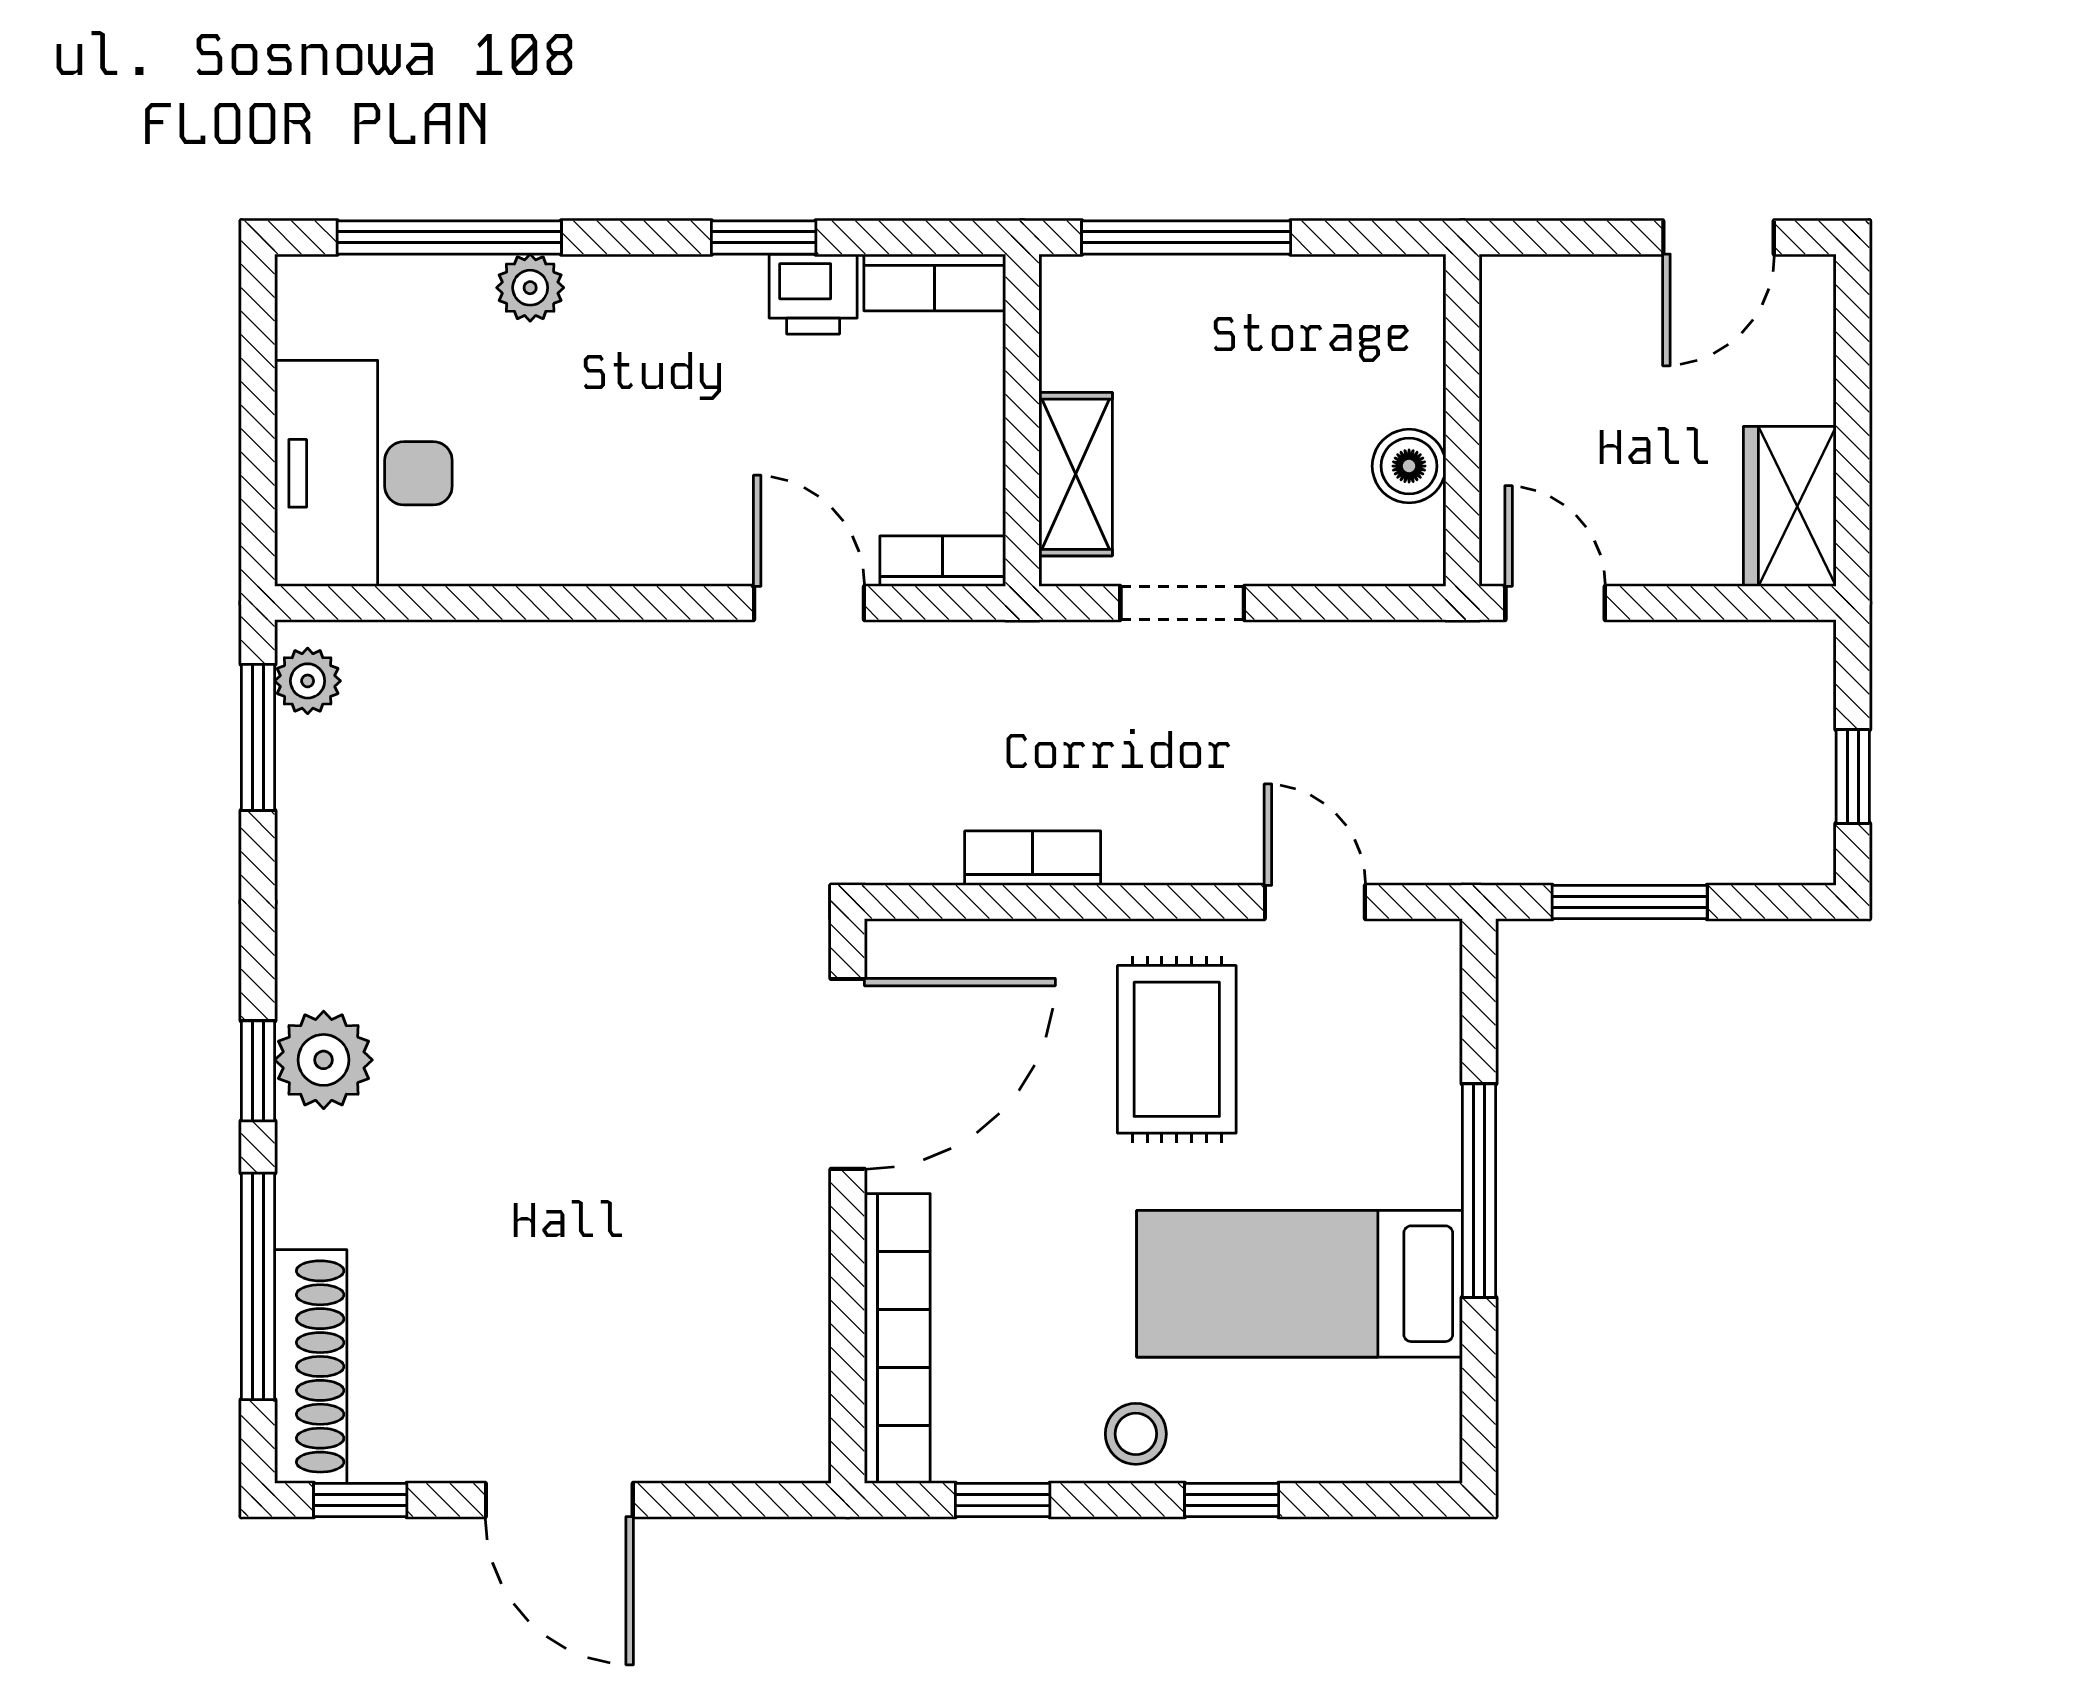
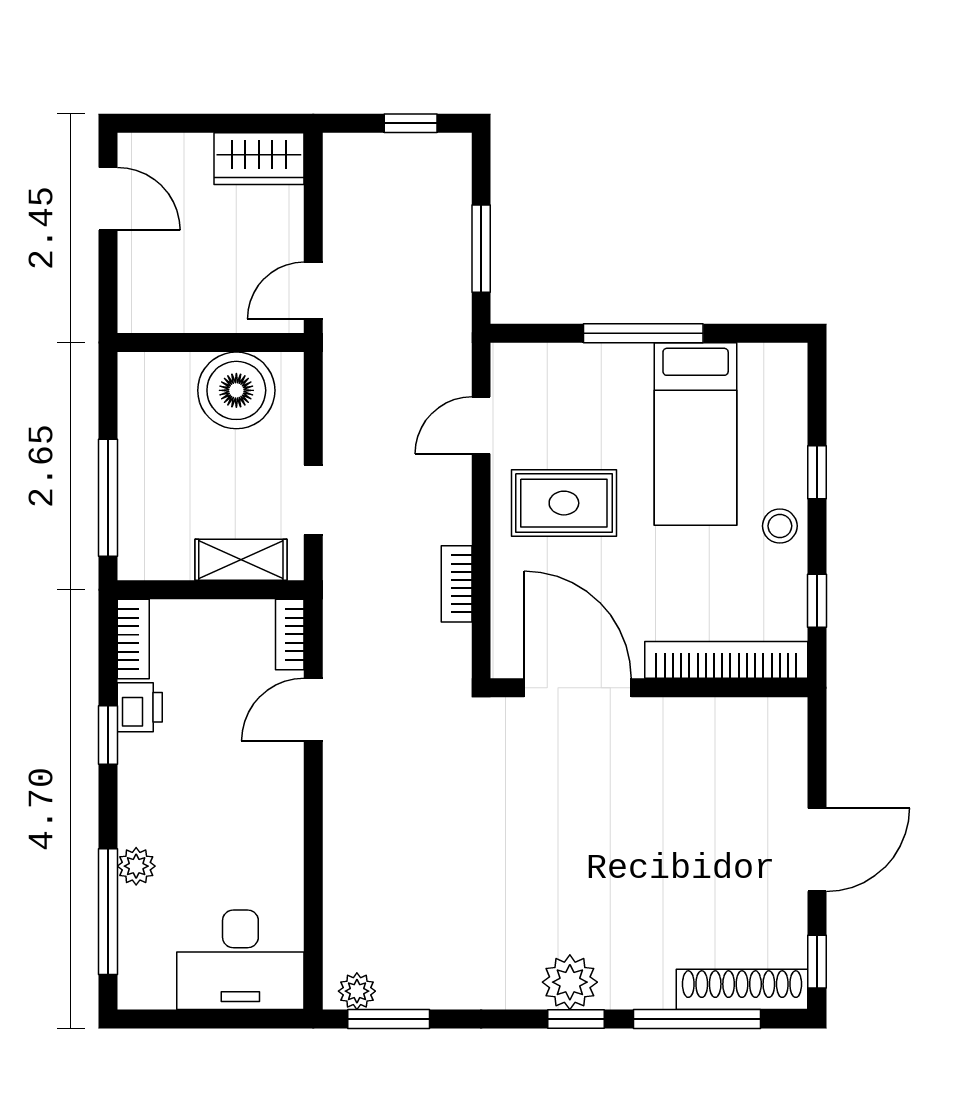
boiler: (1409, 466) -> (236, 390), width x1.86, depth x1.86

